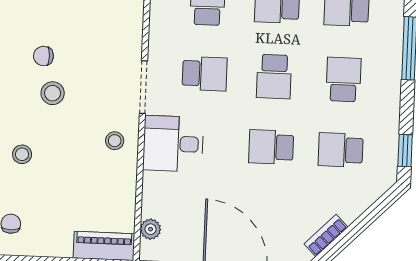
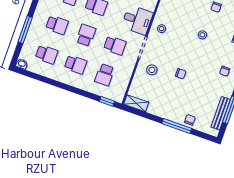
school desk: (205, 74) -> (115, 45), turned 180
school desk: (344, 79) -> (57, 25), turned -90
stool: (53, 93) -> (152, 70), moved

